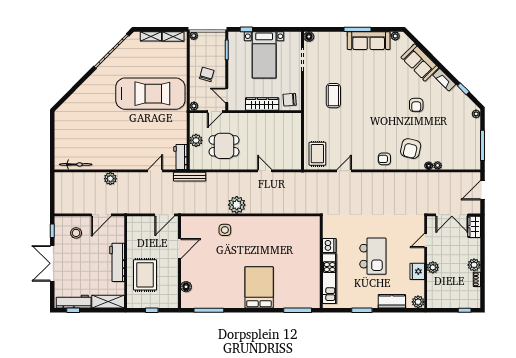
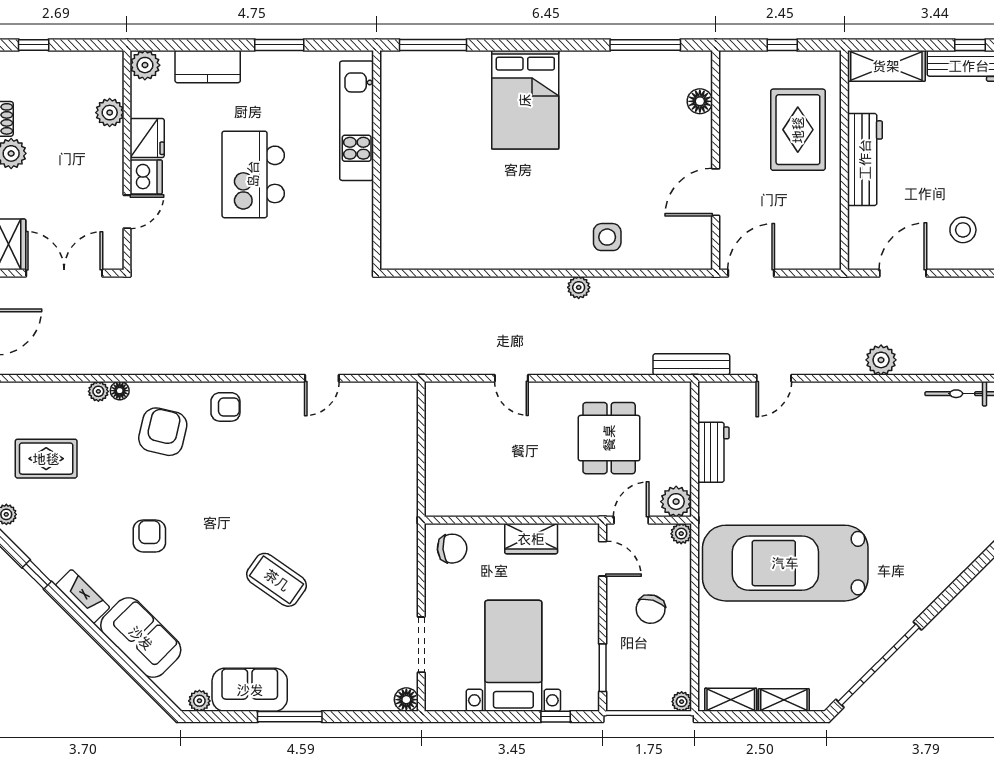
sofa: (369, 41) -> (250, 690), width x0.73
coffee table: (333, 96) -> (277, 580), moved, turned -55
wardrobe: (262, 104) -> (531, 539), width x0.67
plant: (196, 140) -> (676, 502), moved
dining table: (224, 146) -> (609, 438), turned 90
rug: (317, 154) -> (46, 459), moved, turned 90
workbench: (180, 157) -> (713, 452), moved
plant: (237, 205) -> (579, 287), width x0.53, depth x0.53
dishwasher: (329, 246) -> (146, 177), moved, turned 180
plant: (433, 267) -> (110, 113), moved

